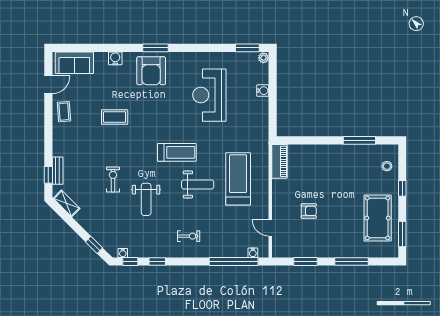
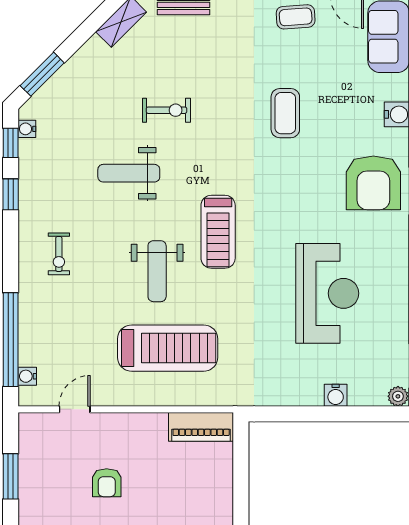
armchair: (151, 71) -> (373, 183), turned -90
reception desk: (209, 95) -> (327, 293), turned 90
window: (94, 245) -> (42, 74), width x1.50

